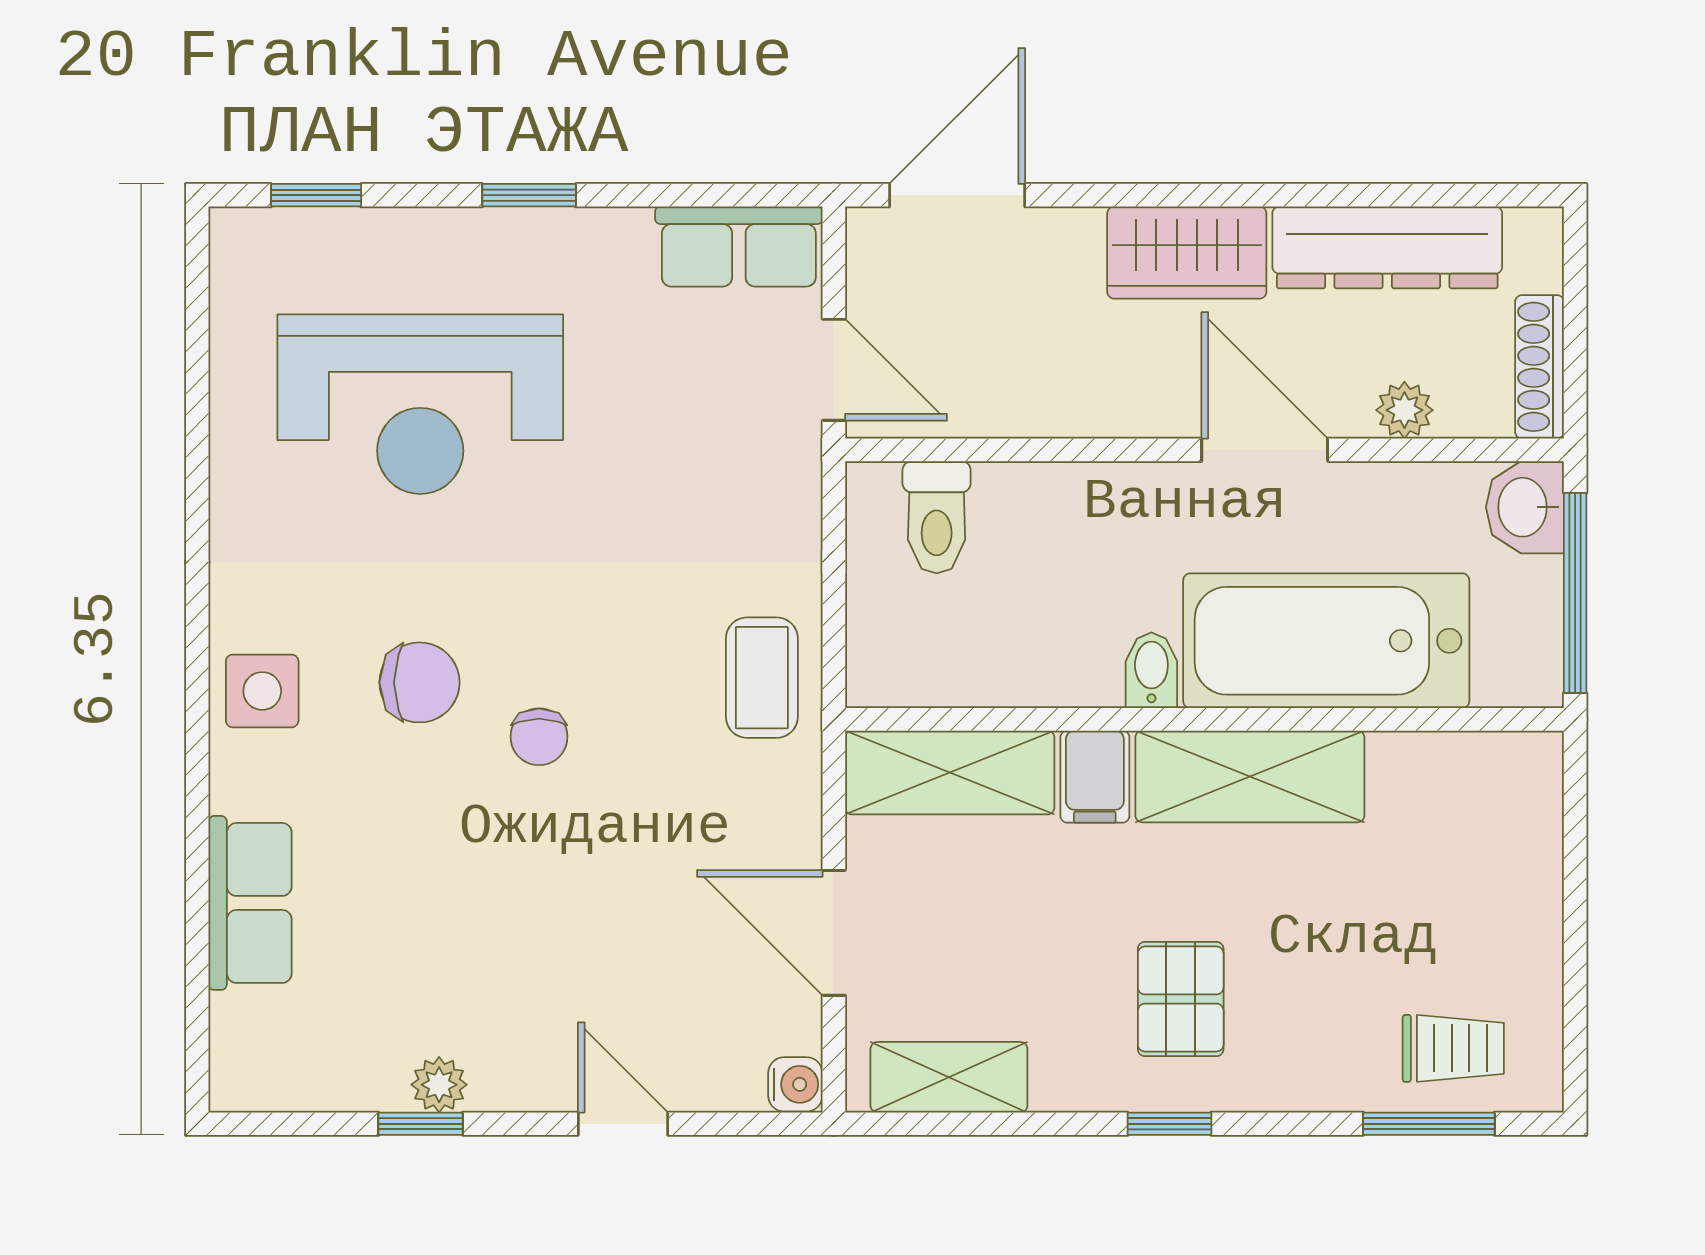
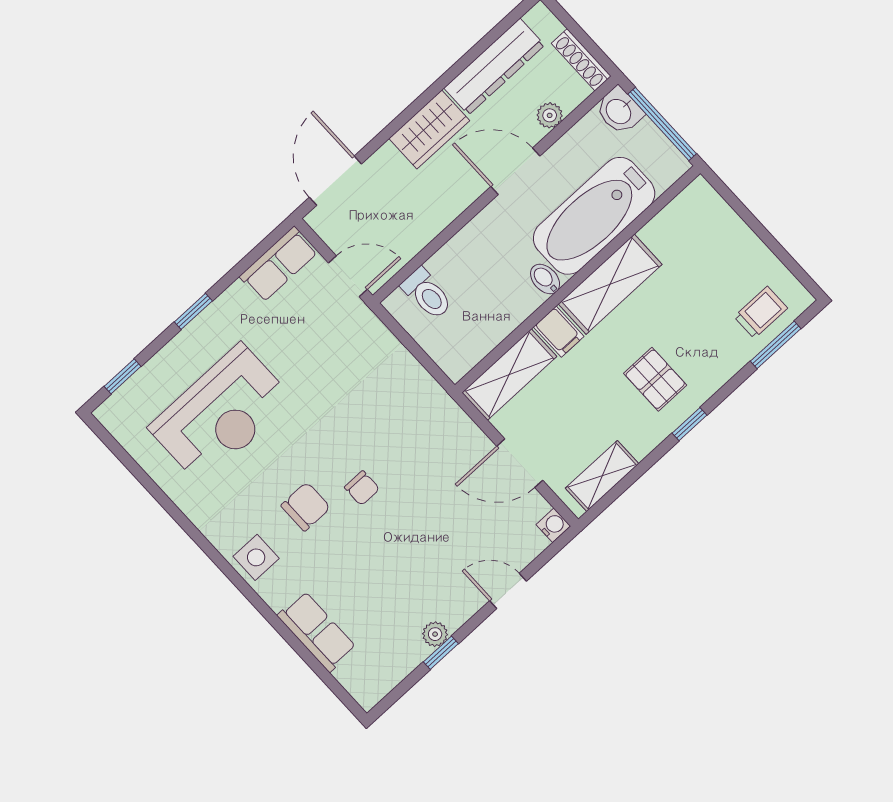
coffee table: (762, 678) -> (418, 400), removed

